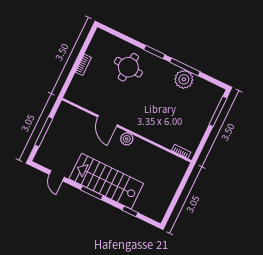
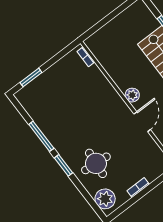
plant: (184, 79) -> (105, 199), moved
window: (218, 111) -> (31, 77), width x0.69

